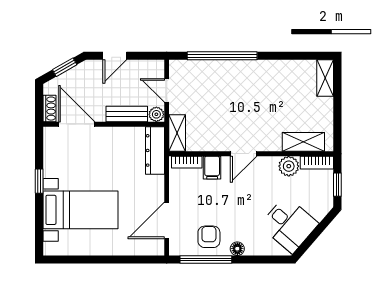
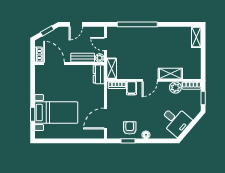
shelving: (303, 142) -> (170, 74), moved
dresser: (155, 150) -> (99, 74), width x0.70
window: (39, 181) -> (33, 114), moved
window: (206, 260) -> (128, 141), width x0.46

